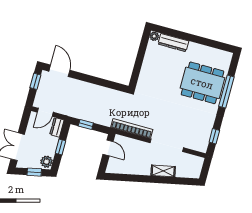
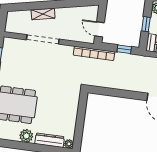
plant: (196, 50) -> (26, 136), added
bookcase: (132, 128) -> (94, 53), moved

